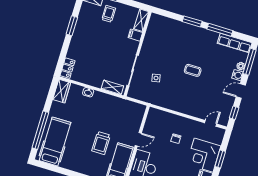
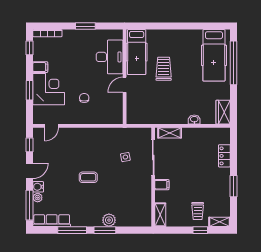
plant: (186, 29) -> (109, 220), added
filing cabinet: (135, 35) -> (162, 185), moved
locker: (68, 68) -> (224, 156), moved

